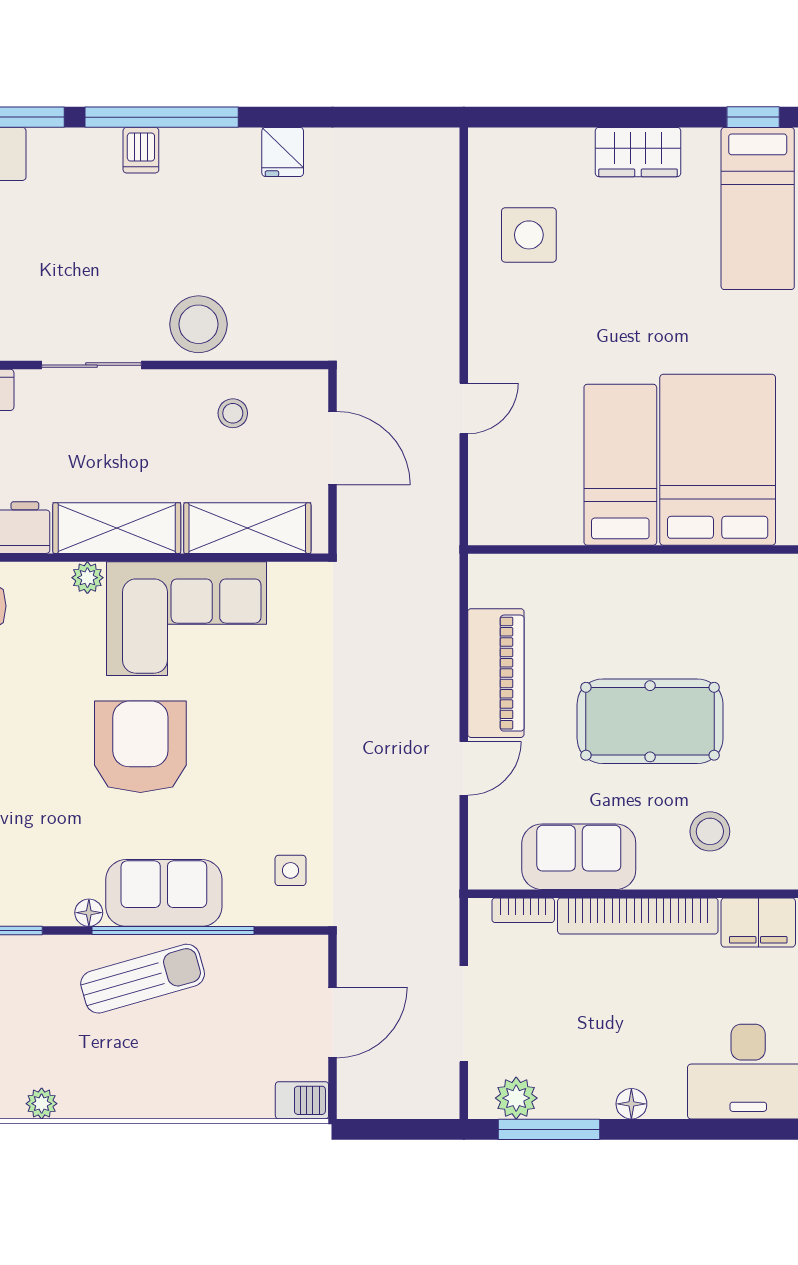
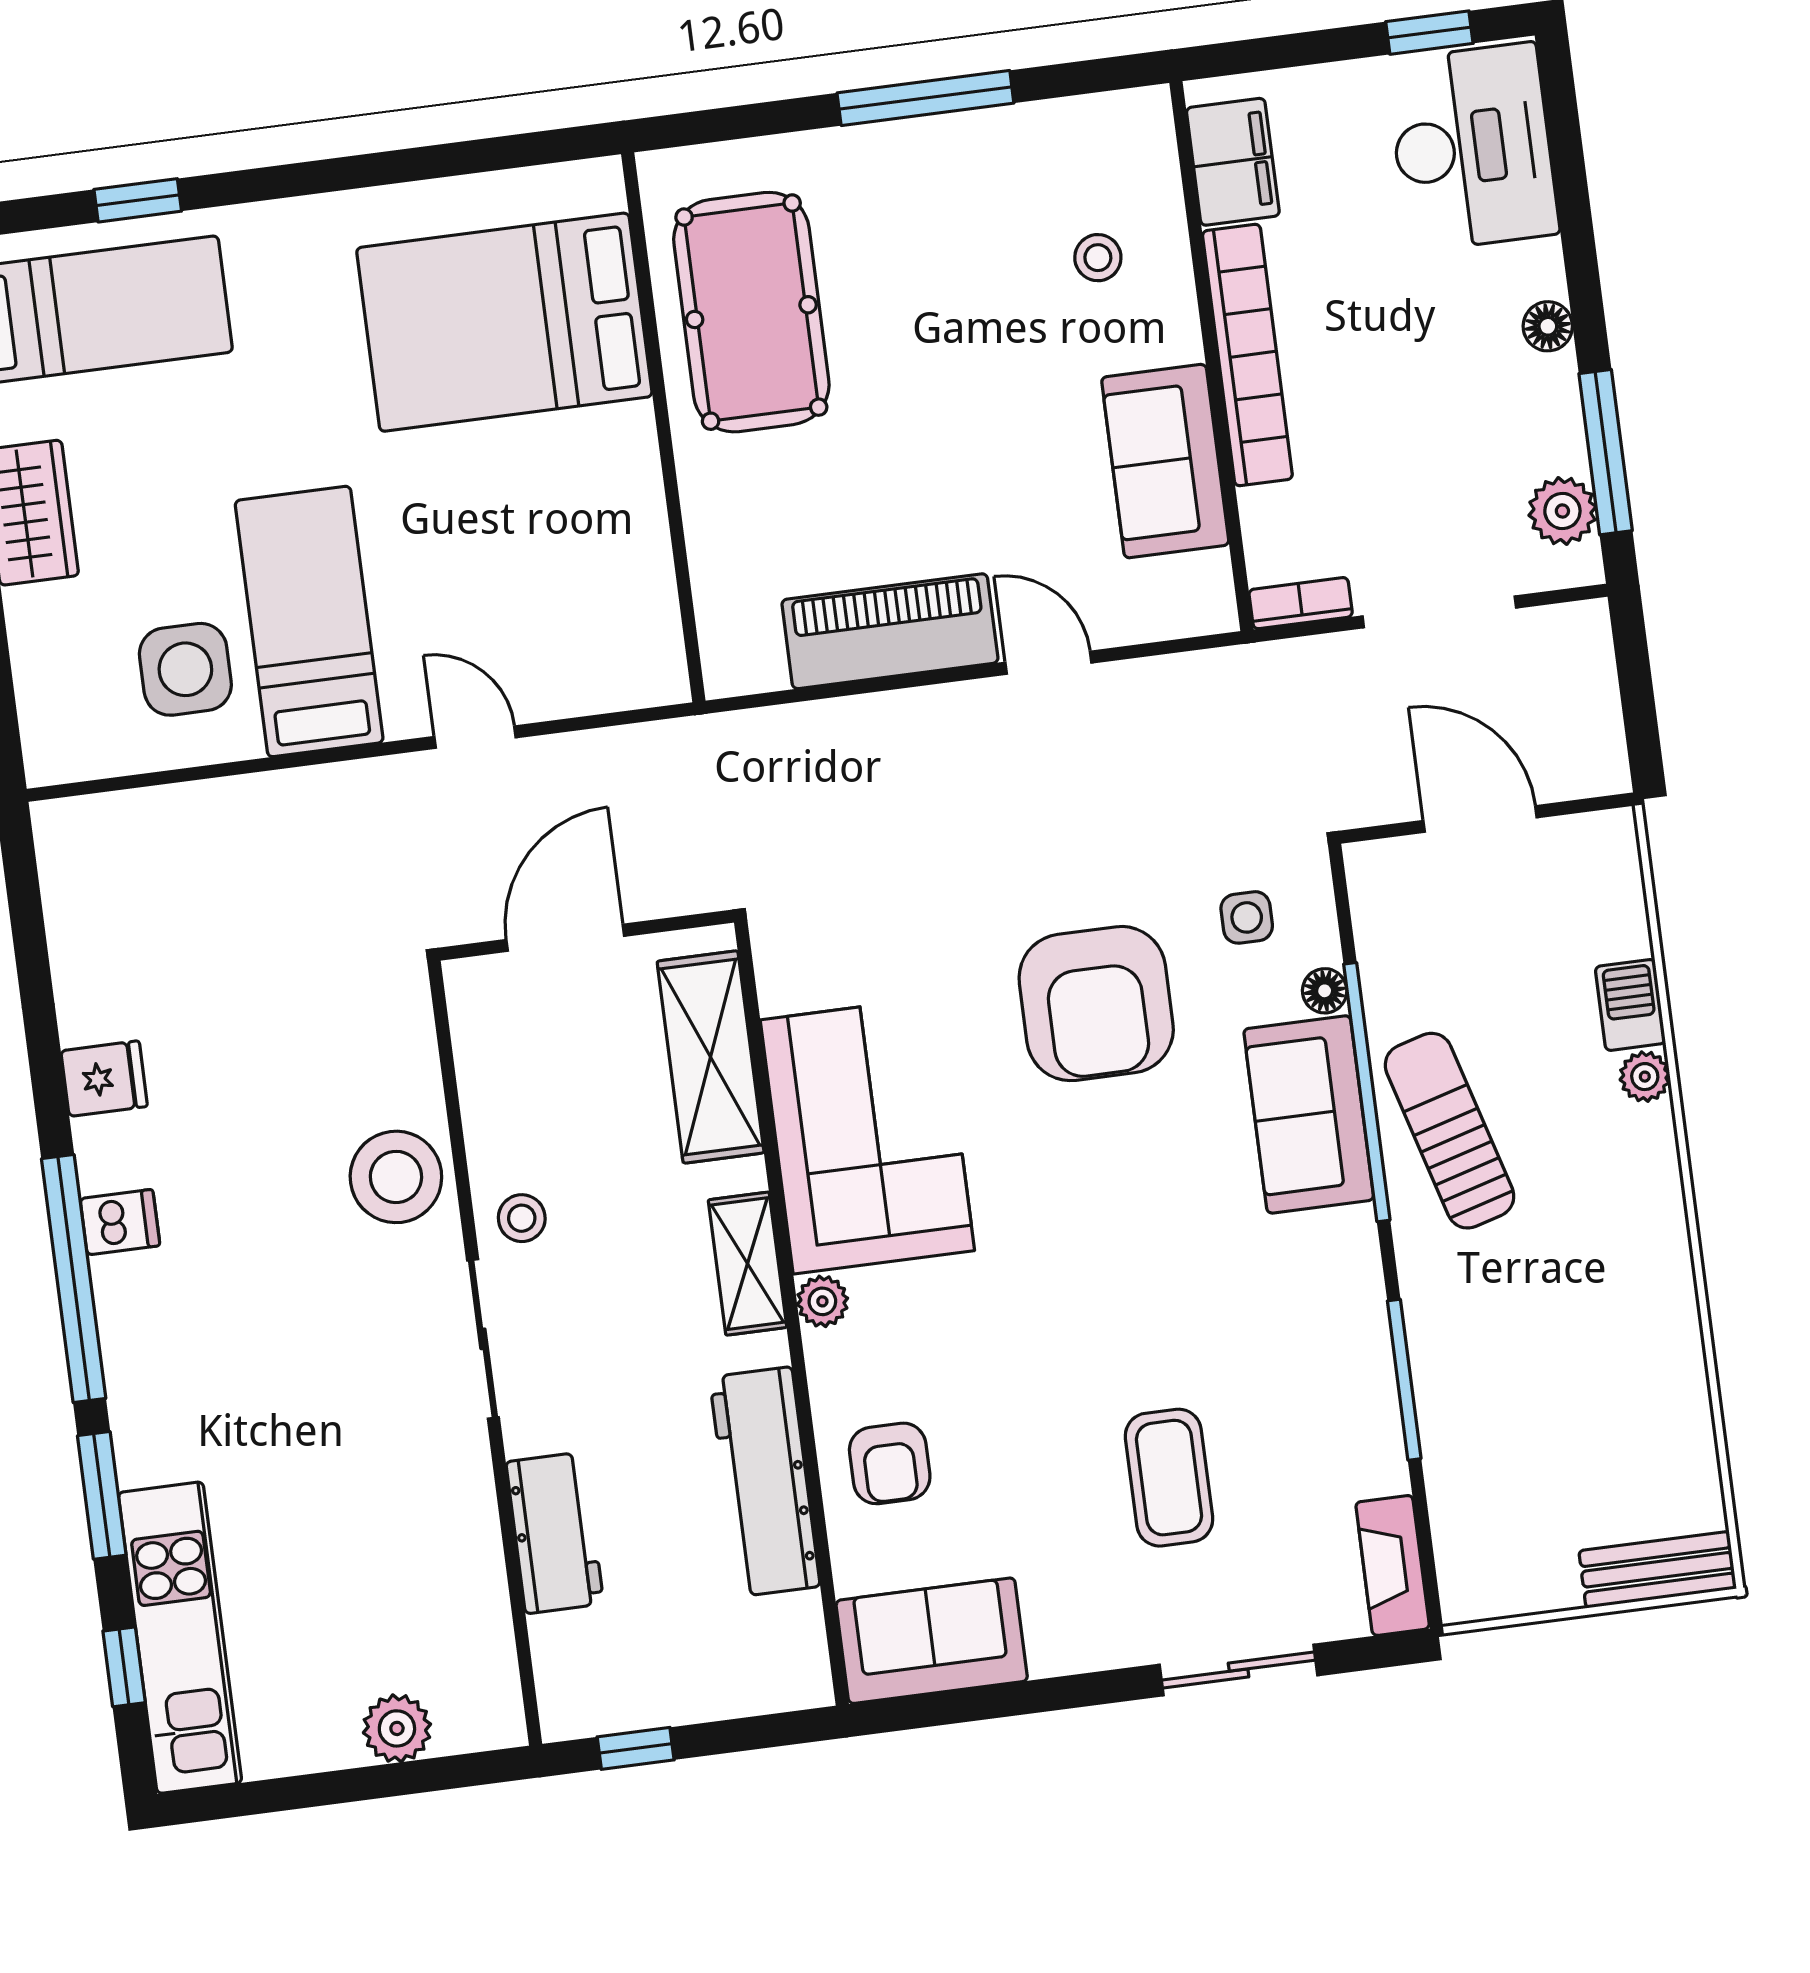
dishwasher: (141, 150) -> (120, 1222), moved
stool: (233, 413) -> (522, 1218), moved
bed: (620, 465) -> (309, 622), moved, turned 90
shelving: (117, 528) -> (747, 1264), width x0.67, depth x0.75
pool table: (650, 721) -> (751, 312), moved
armchair: (140, 747) -> (1096, 1004), moved, turned -90
stool: (710, 831) -> (1098, 258), width x0.73, depth x0.73
bookcase: (523, 910) -> (1301, 603), moved, turned -90
floor lamp: (89, 913) -> (1325, 991), moved
barbecue: (302, 1100) -> (1630, 1005), moved
plant: (42, 1104) -> (1645, 1077), moved

